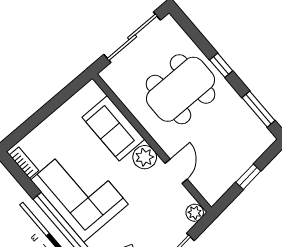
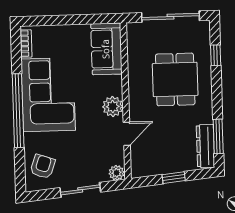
window: (221, 65) -> (216, 55), moved
dining table: (180, 89) -> (175, 79), width x0.73
dresser: (254, 126) -> (205, 146), added
sofa: (113, 128) -> (106, 49), moved

